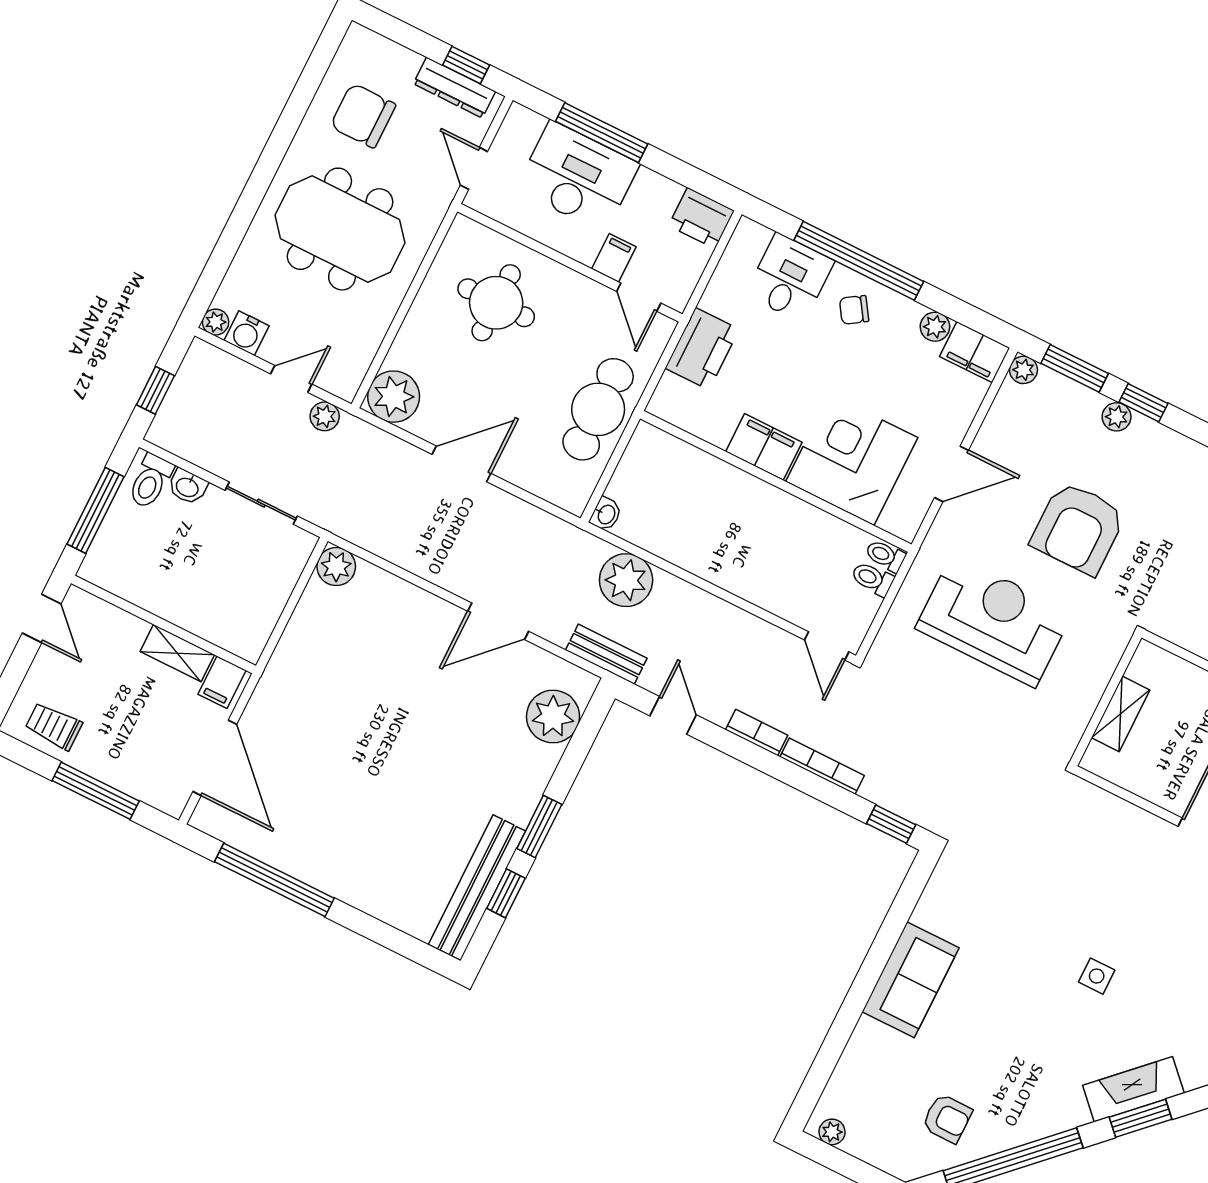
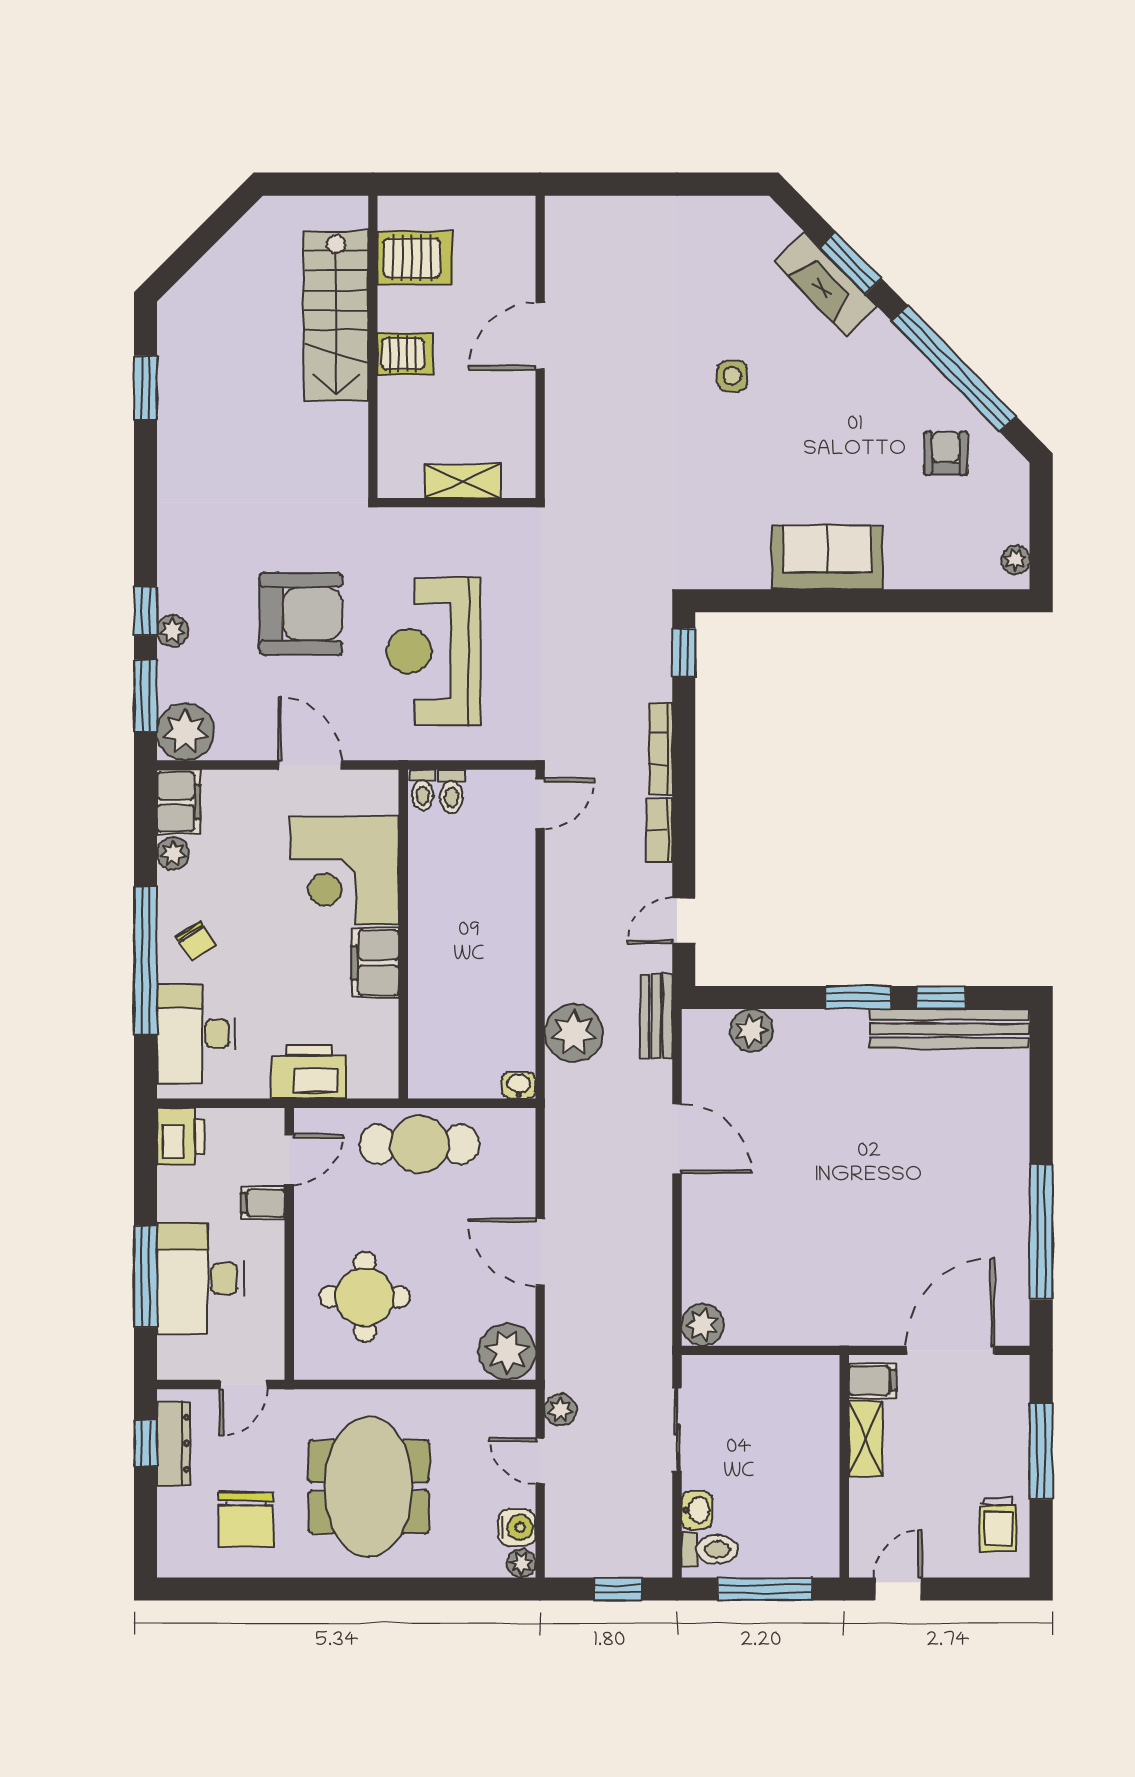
desk: (790, 278) -> (196, 1034), width x1.37
plant: (1023, 370) -> (185, 732), width x1.87, depth x1.87
plant: (553, 716) -> (751, 1030), width x0.73, depth x0.73

